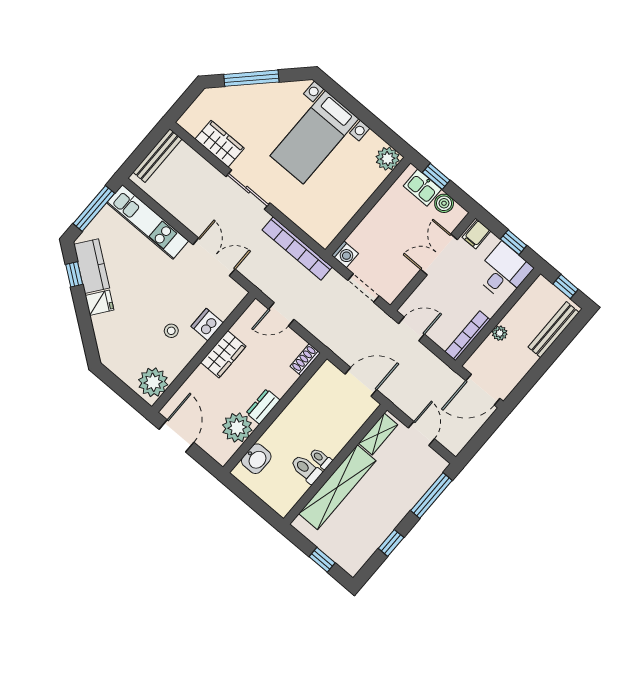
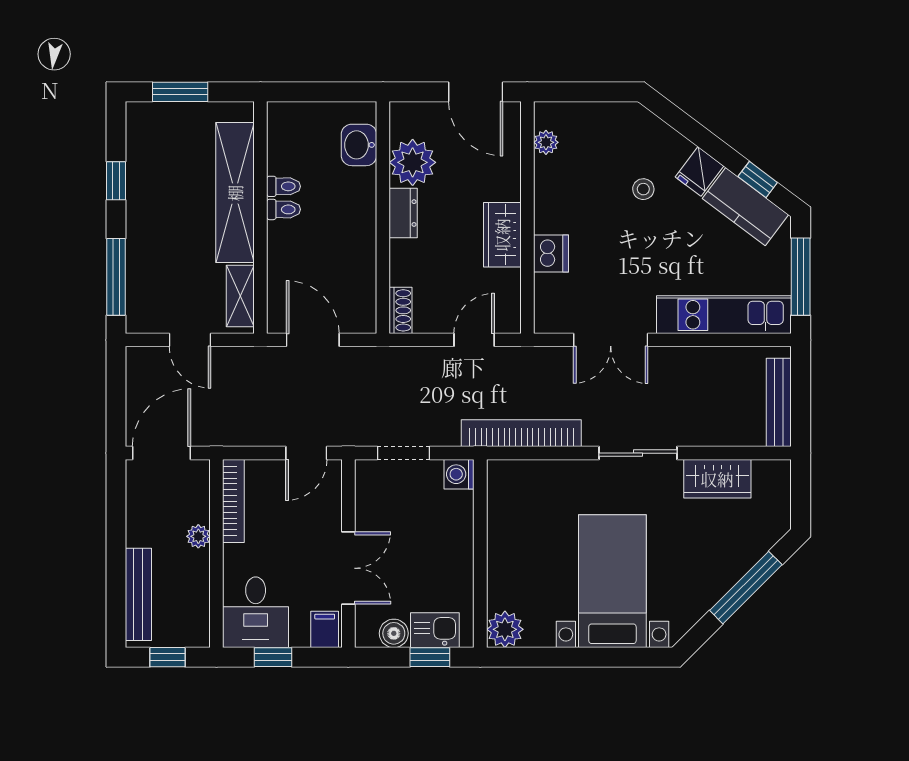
stool: (171, 331) -> (643, 189), moved
plant: (153, 382) -> (546, 142), width x0.53, depth x0.53
door: (361, 382) -> (313, 340), swing flipped
toilet: (306, 469) -> (284, 186), width x0.73, depth x0.72
window: (322, 560) -> (180, 92), width x1.50

